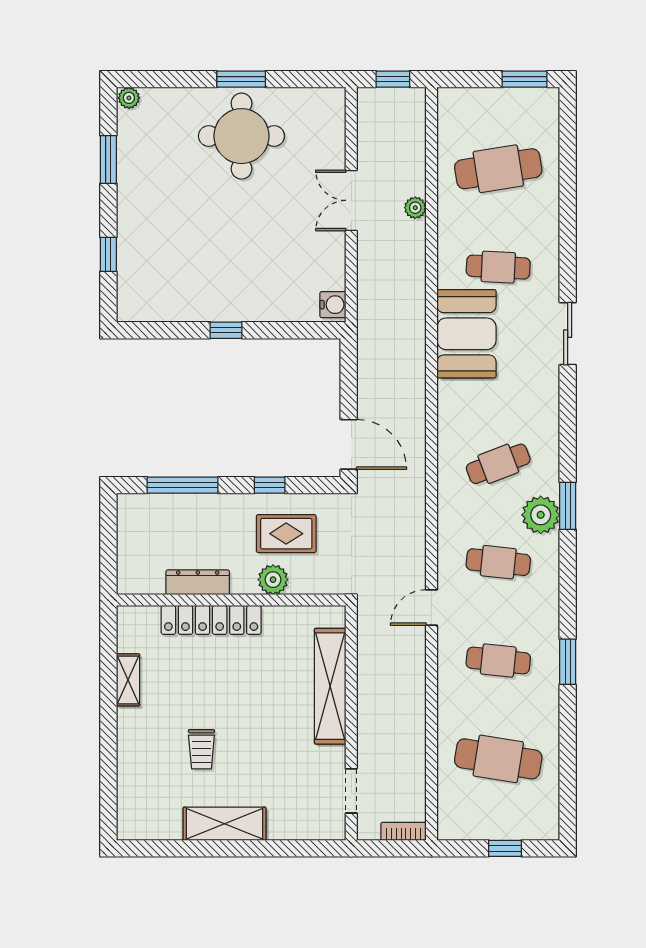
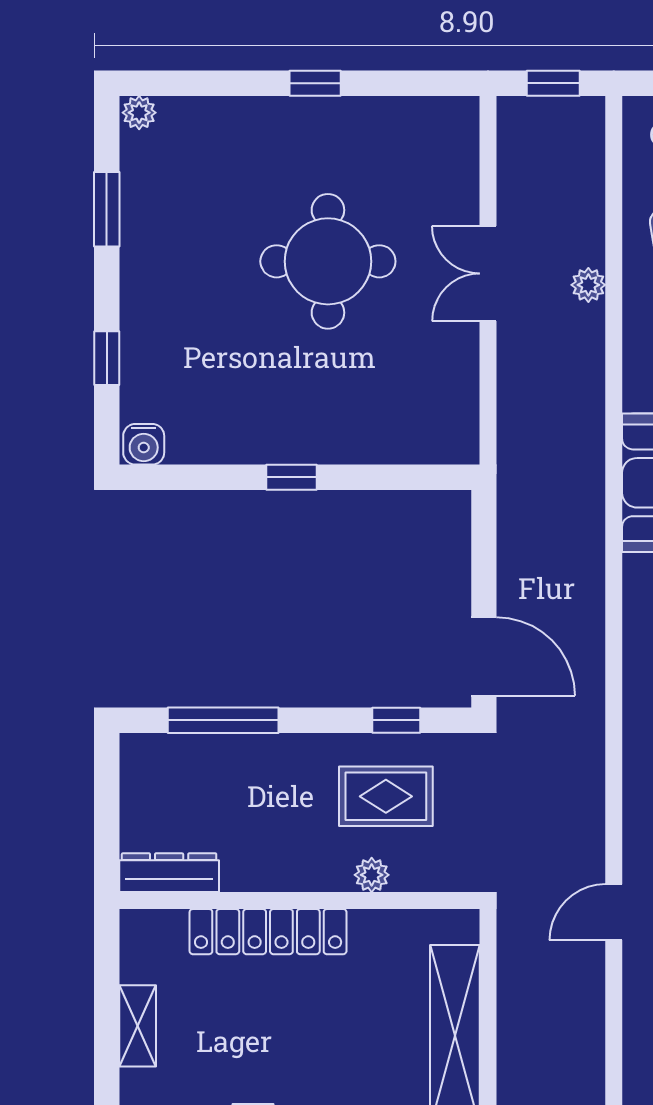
window: (241, 79) -> (315, 83), width x0.67
round table: (241, 136) -> (328, 261), moved
water cooler: (333, 305) -> (144, 444), moved, turned 90
window: (270, 485) -> (396, 720), moved
plant: (273, 580) -> (372, 875), width x0.73, depth x0.73
dresser: (198, 582) -> (169, 873), moved

